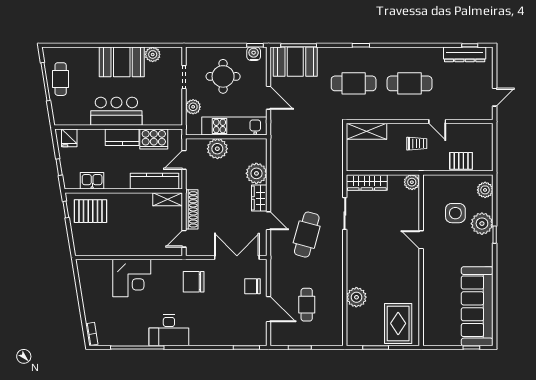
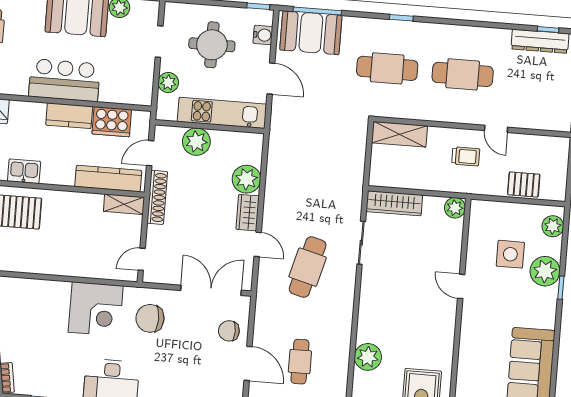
water cooler: (254, 54) -> (263, 35), moved, turned 90
shoe rack: (192, 209) -> (157, 197), moved
corner desk: (132, 278) -> (96, 309), moved

